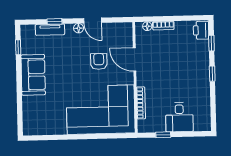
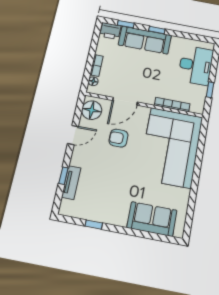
floor lamp: (79, 28) -> (92, 110), moved, width x1.89, depth x1.89
window: (18, 47) -> (94, 225), moved
sofa: (199, 65) -> (145, 40), added
sofa: (33, 75) -> (152, 219), moved
desk: (179, 117) -> (196, 65), width x1.37

